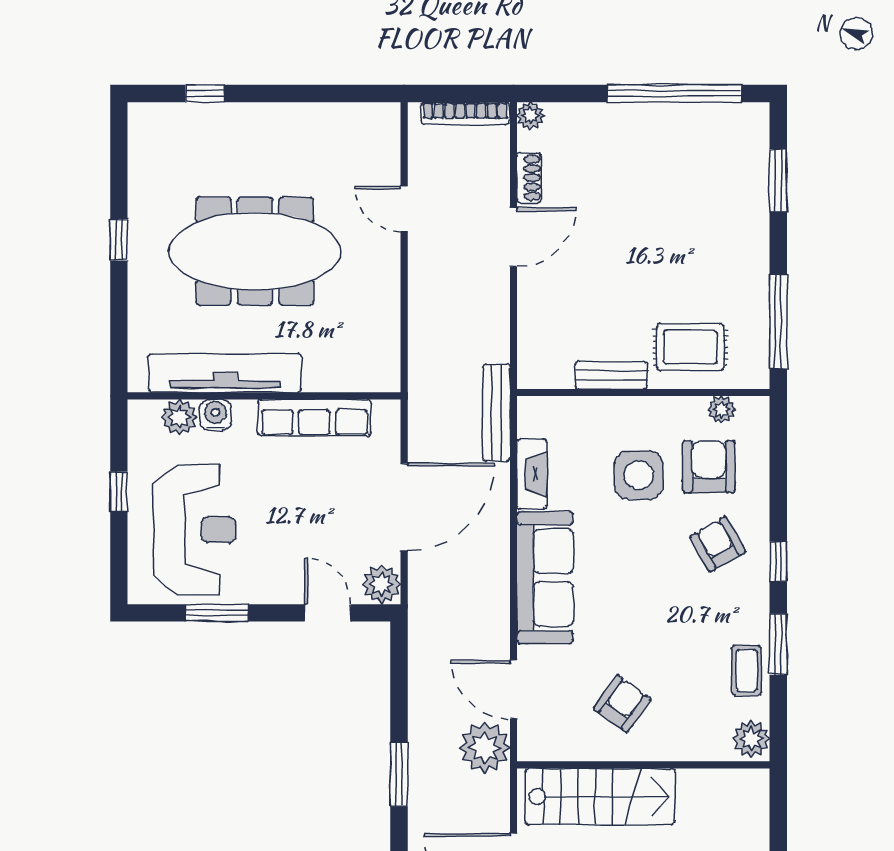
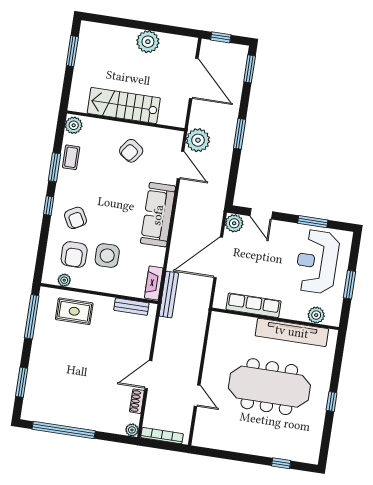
bench: (611, 375) -> (131, 307), moved
water cooler: (215, 415) -> (299, 313), removed
fireplace: (532, 474) -> (154, 283), moved
window: (119, 492) -> (349, 285), width x1.50
stairs: (600, 797) -> (124, 106), moved

